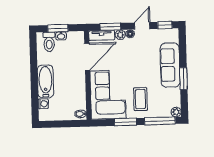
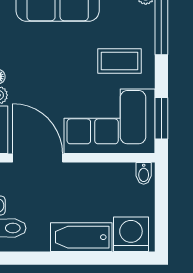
washing machine: (43, 104) -> (131, 234), width x1.89, depth x1.89
window: (126, 122) -> (161, 118), moved

